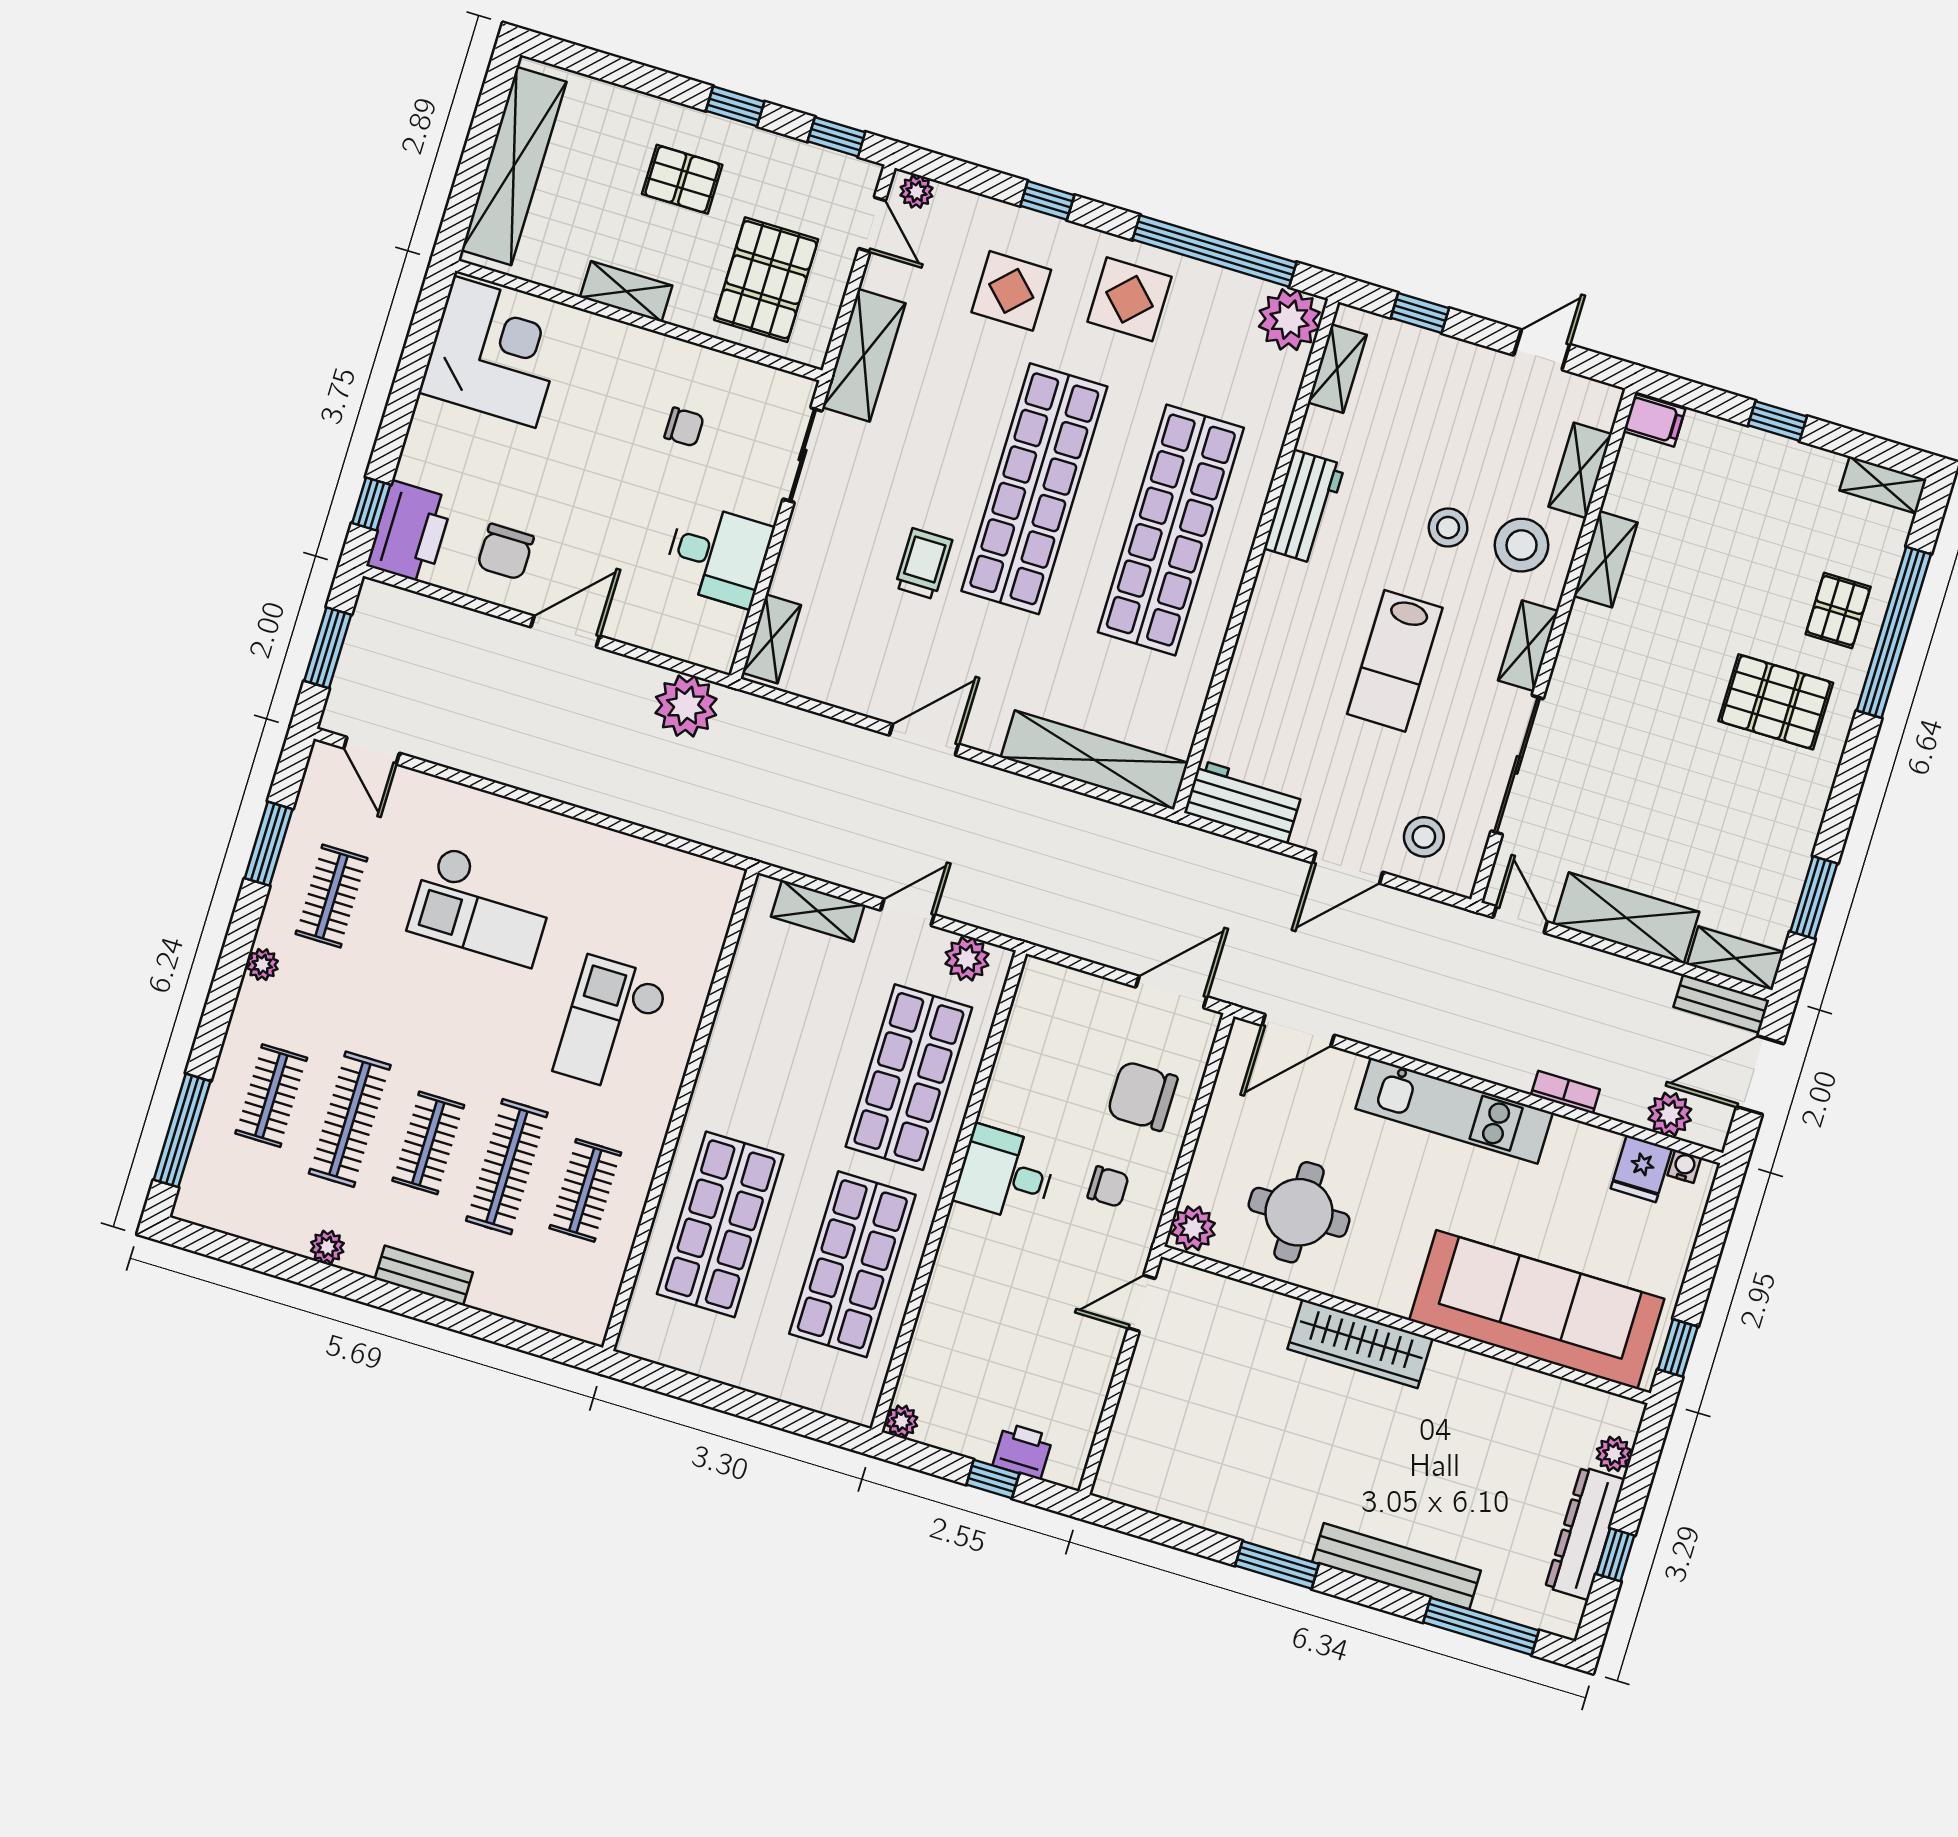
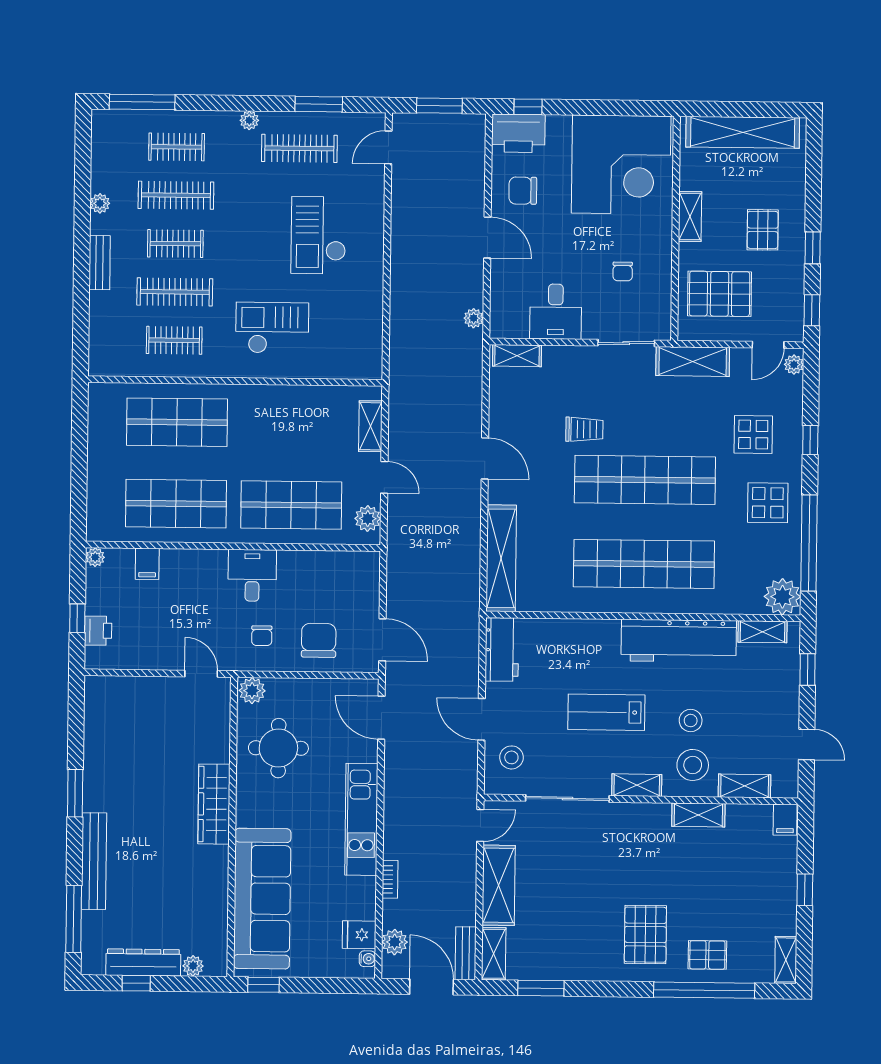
corner desk: (494, 352) -> (621, 165), width x1.36, depth x1.36
workbench: (1304, 507) -> (679, 641), width x1.88, depth x1.32
plant: (686, 706) -> (474, 318), width x0.53, depth x0.53
clothes rail: (331, 896) -> (299, 148), width x1.36
filing cabinet: (937, 1340) -> (147, 564), added

